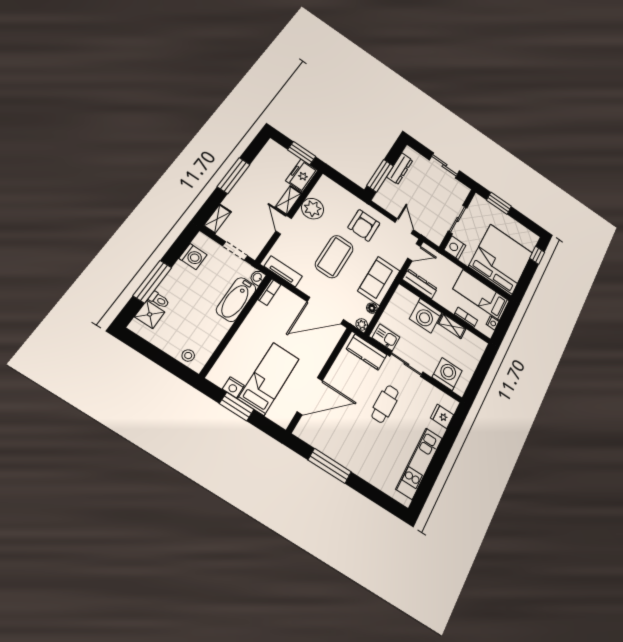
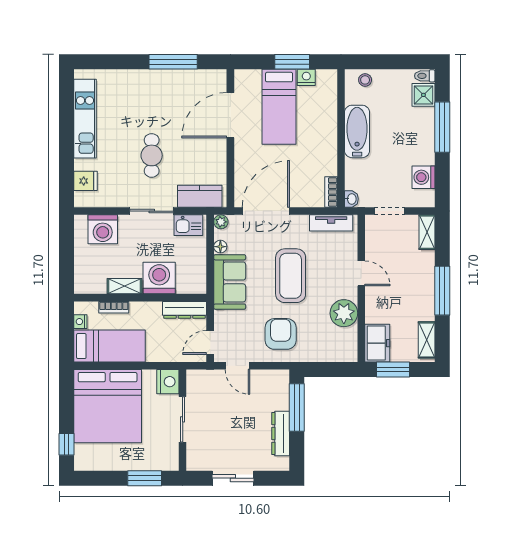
shelving: (288, 200) -> (427, 340), moved
bathtub: (236, 299) -> (357, 131), moved
toilet: (159, 300) -> (425, 76), moved

